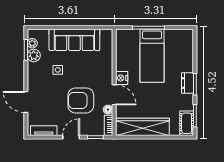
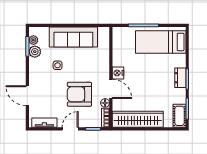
bed: (152, 56) -> (161, 42), moved, turned 90

